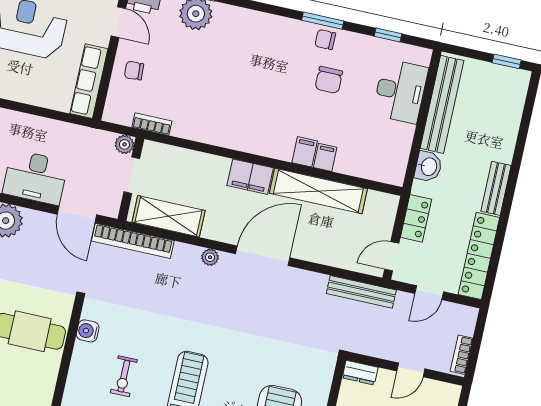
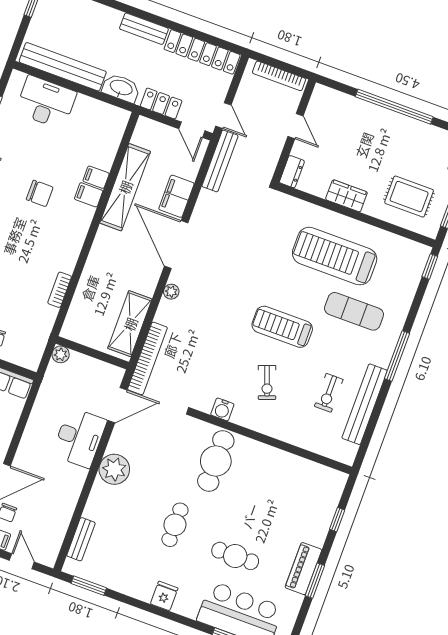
chair: (329, 80) -> (40, 193), moved
bookcase: (152, 124) -> (60, 290), moved
washbasin: (428, 167) -> (121, 88), width x1.38
doorway: (132, 175) -> (89, 352), removed
filing cabinet: (250, 177) -> (176, 196), moved, turned 180
door: (429, 293) -> (223, 116), moved
bookcase: (462, 355) -> (279, 76), width x1.56
exercise bike: (124, 376) -> (267, 382), turned 70

